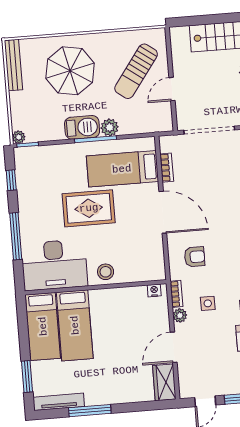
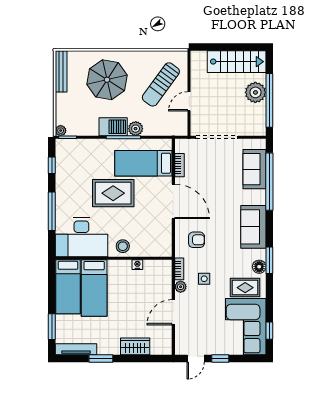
nightstand: (154, 290) -> (137, 265), moved
wardrobe: (164, 382) -> (135, 346), moved, turned 90
window: (90, 411) -> (101, 358), width x0.69

